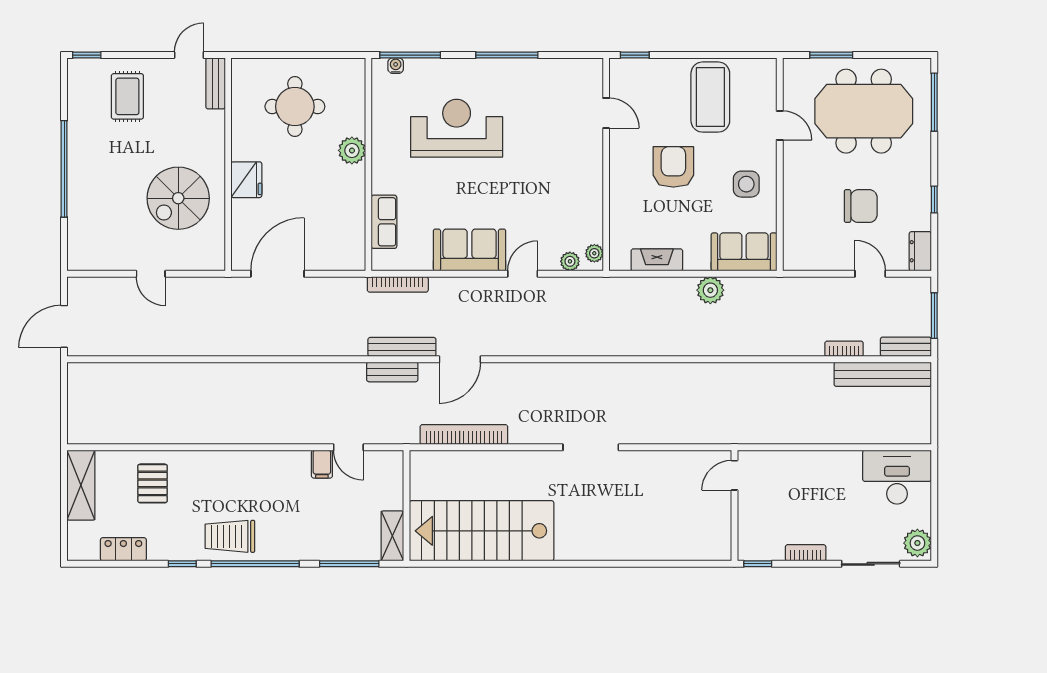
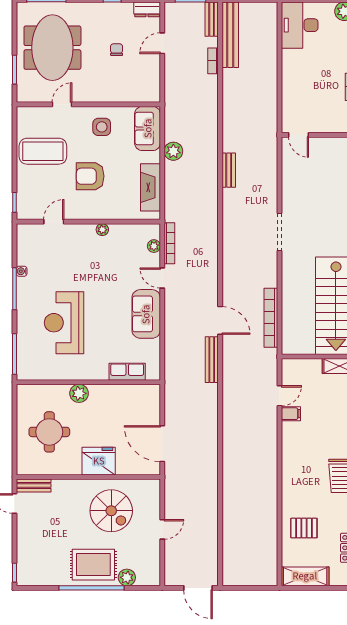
water cooler: (396, 66) -> (22, 271), moved
rug: (127, 96) -> (93, 565), moved, width x1.36, depth x1.43
fridge: (246, 180) -> (99, 461), width x1.36, depth x1.34
chair: (861, 206) -> (117, 50), width x0.54, depth x0.54
plant: (79, 221) -> (127, 577), added
plant: (594, 253) -> (102, 230), moved
fireplace: (657, 260) -> (151, 187), width x1.37, depth x1.32
bookcase: (398, 284) -> (169, 243), moved
bench: (392, 372) -> (229, 170), moved

